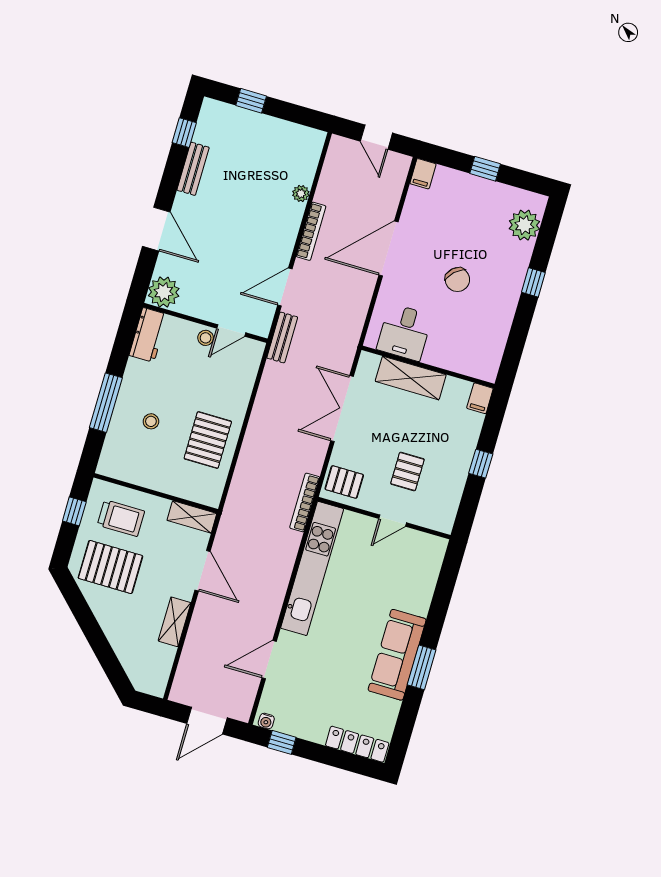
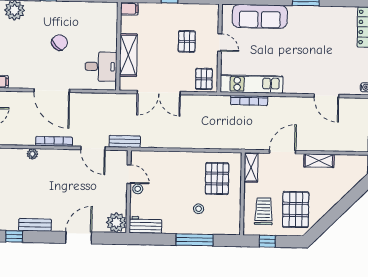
pallet: (208, 440) -> (217, 179), moved, turned 90
pallet: (407, 471) -> (187, 41), turned 90
bookcase: (305, 502) -> (249, 100), moved
kitchen unit: (312, 568) -> (251, 84), width x0.73
sofa: (397, 655) -> (260, 16), moved

